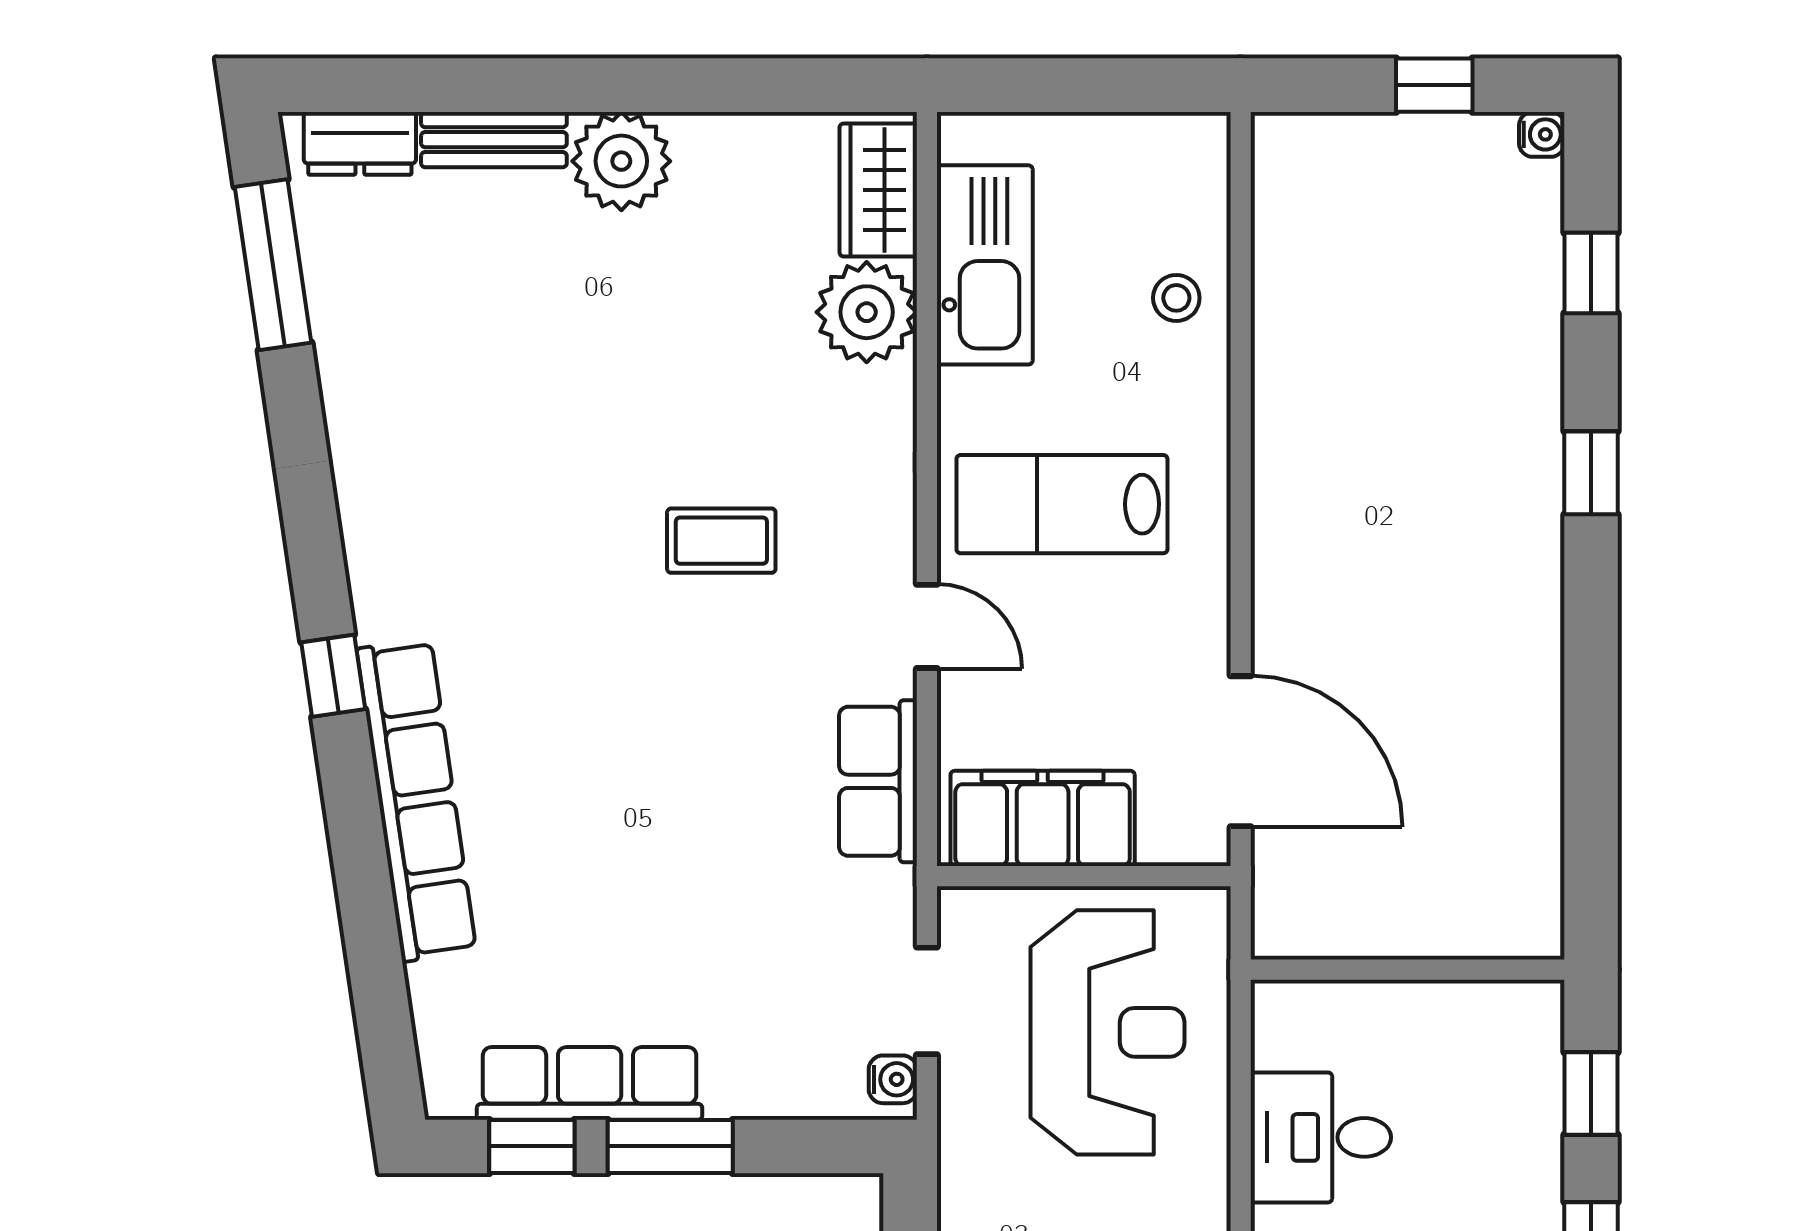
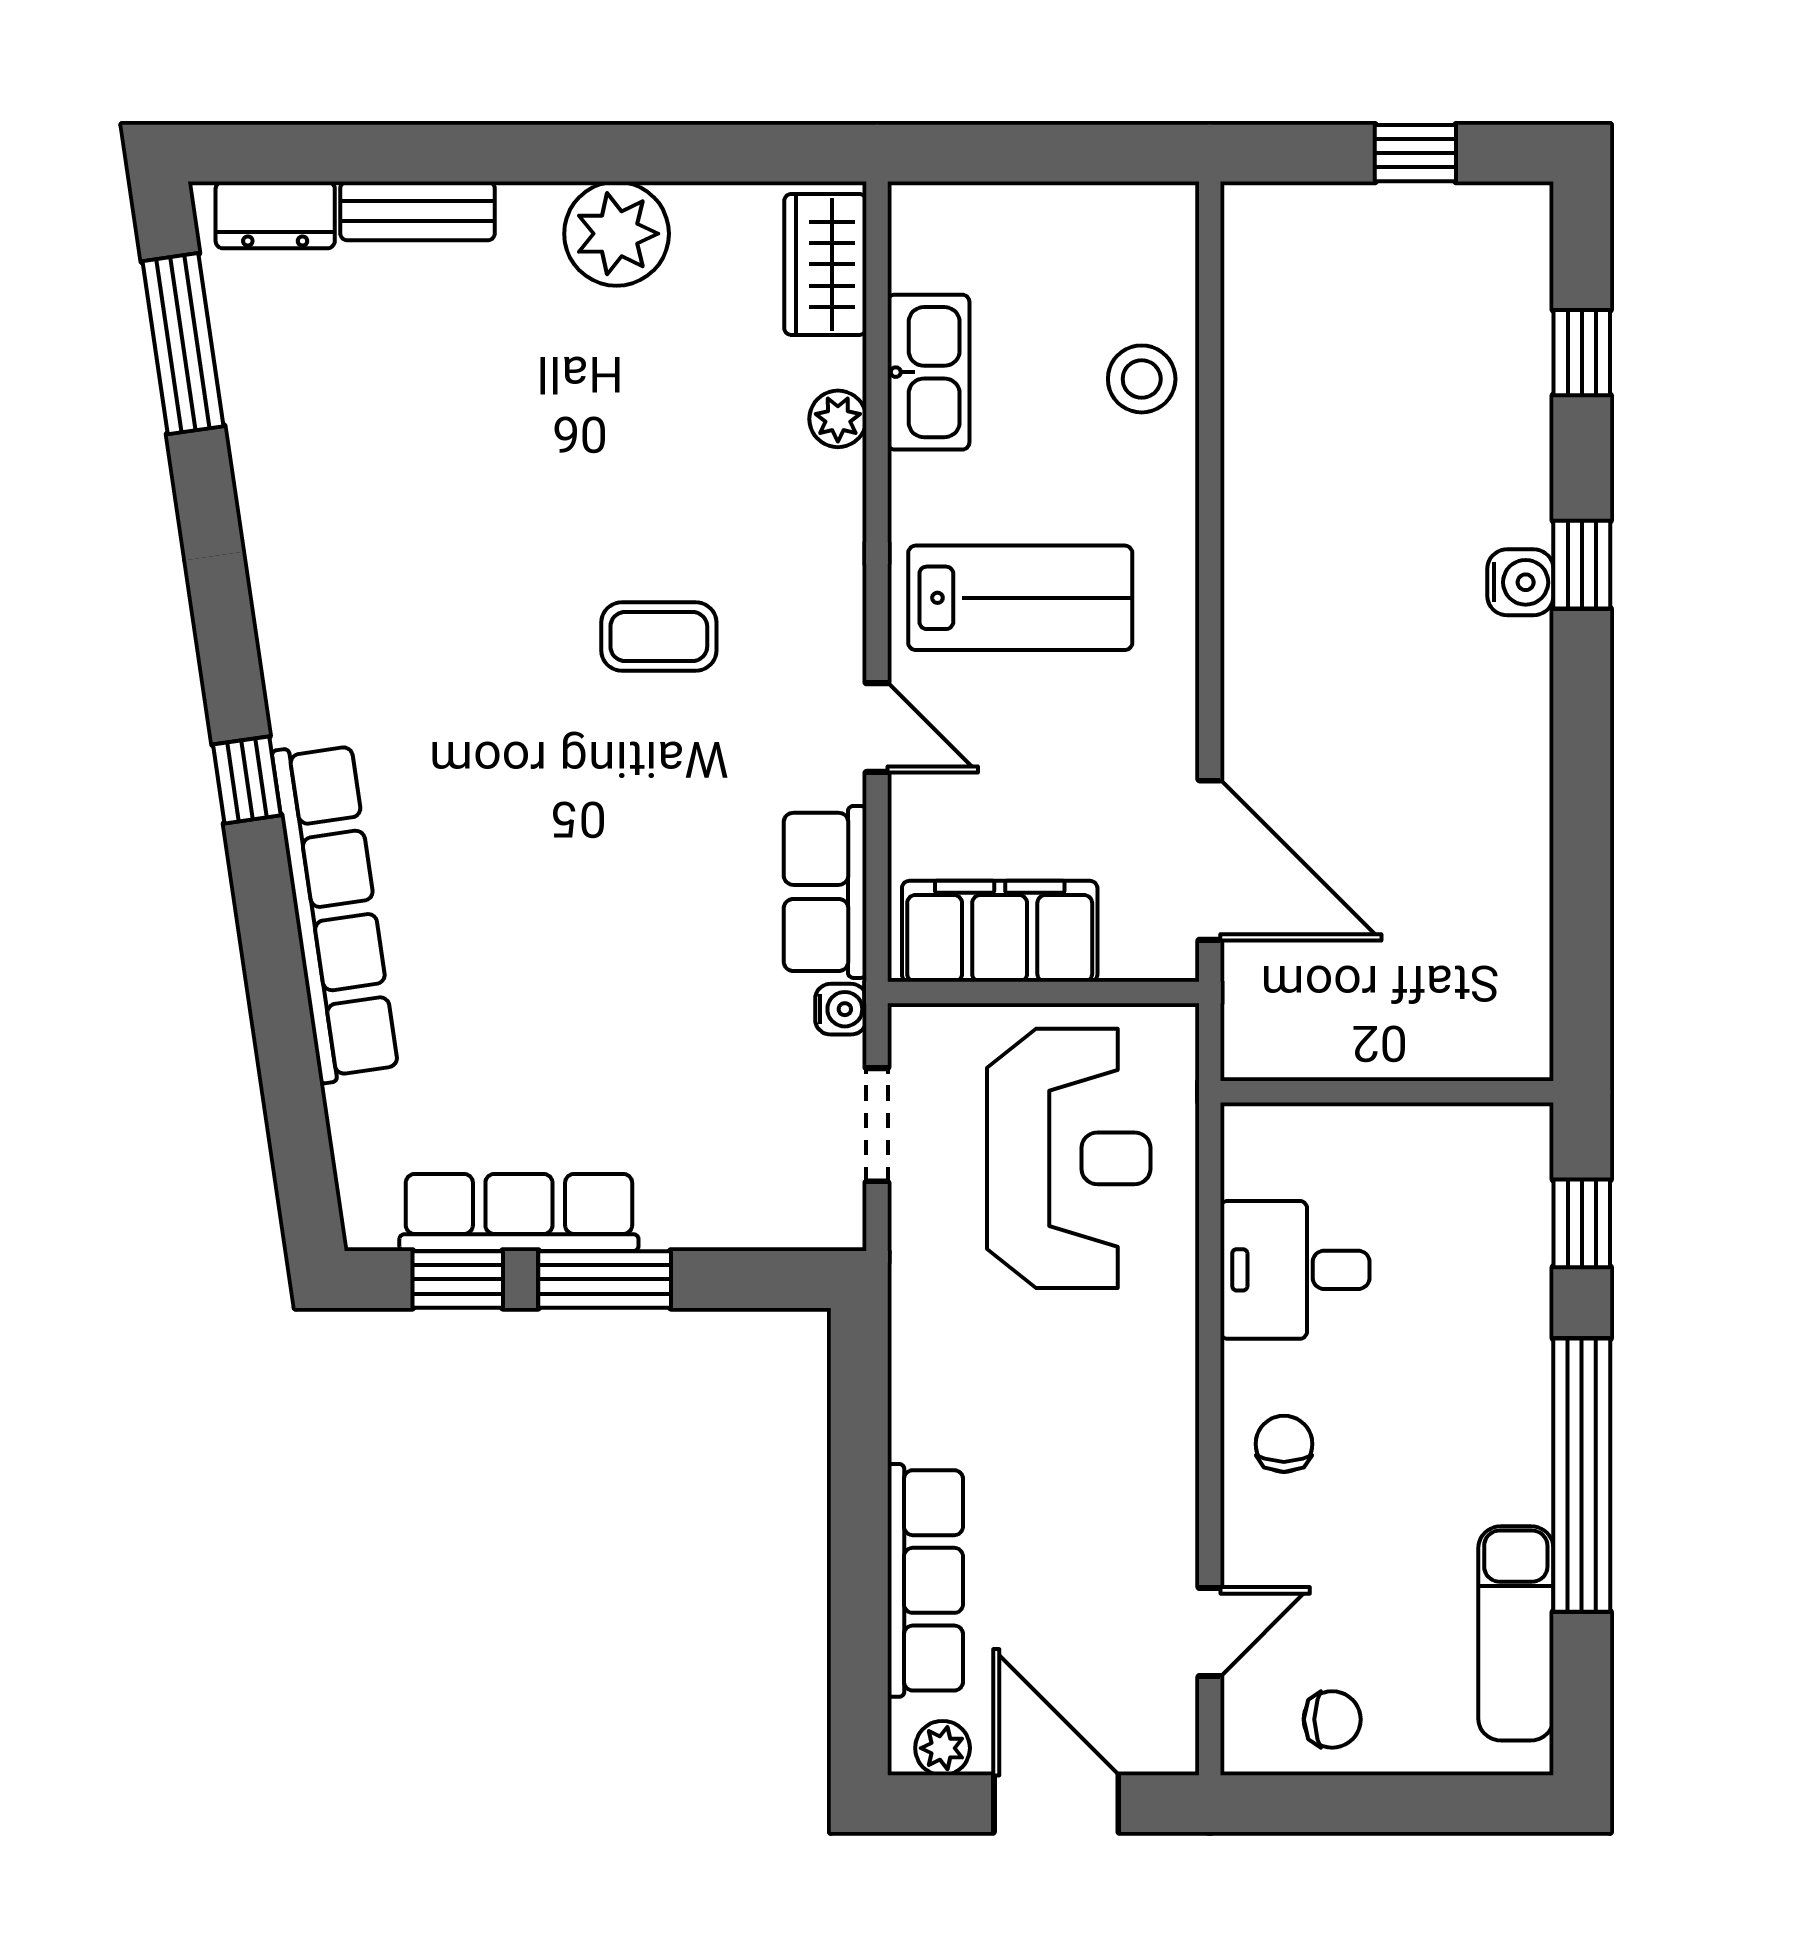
water cooler: (1542, 134) -> (1520, 582), moved, width x1.38, depth x1.38
plant: (621, 161) -> (617, 234), moved
kitchen sink: (985, 265) -> (928, 372), width x0.73, depth x0.81
stool: (1176, 298) -> (1142, 379), width x1.37, depth x1.37
plant: (867, 312) -> (838, 419), width x0.53, depth x0.53
lab bench: (1062, 504) -> (1020, 598), turned 180
water cooler: (893, 1079) -> (841, 1009), moved

